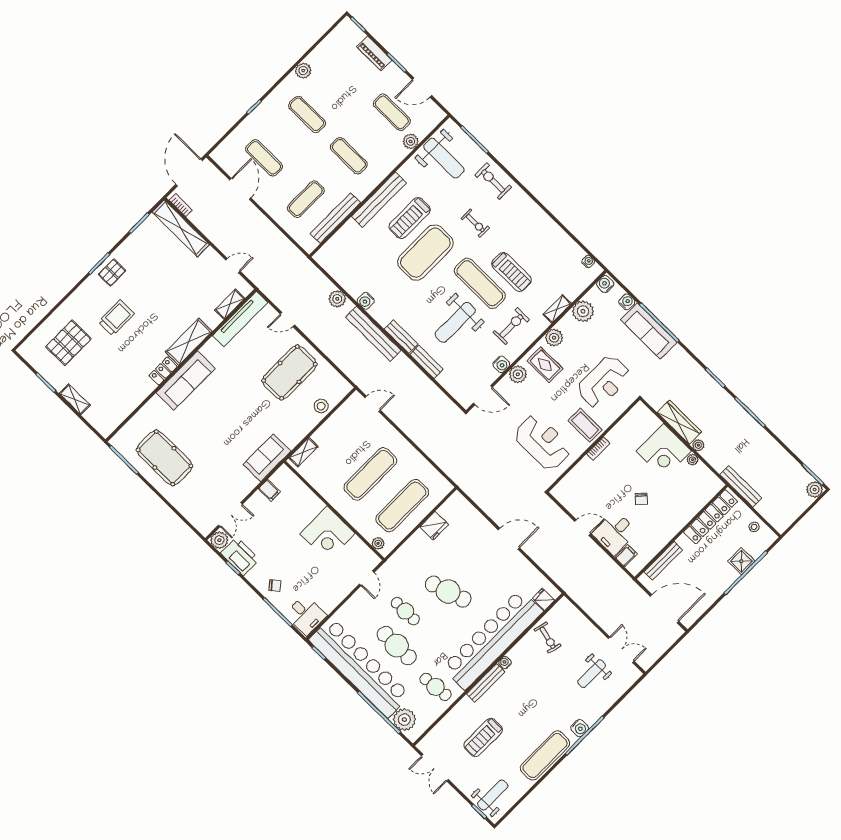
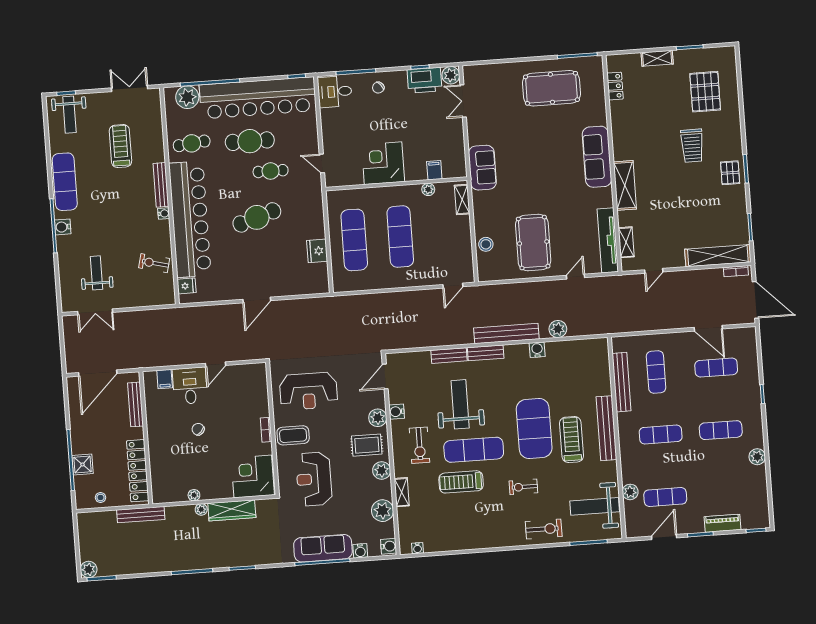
locker: (163, 371) -> (615, 86), moved
corner desk: (664, 451) -> (253, 476), moved
filing cabinet: (269, 490) -> (434, 170), moved, turned 90
plant: (378, 543) -> (428, 189), moved

